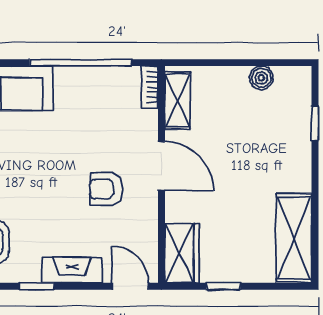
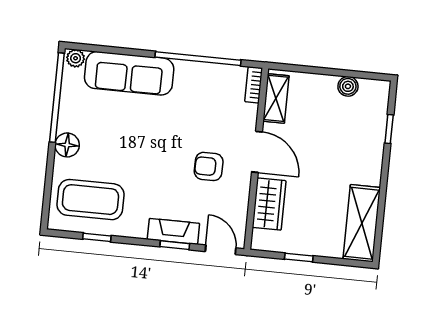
wardrobe: (182, 253) -> (269, 204), moved
window: (37, 286) -> (175, 245), moved

